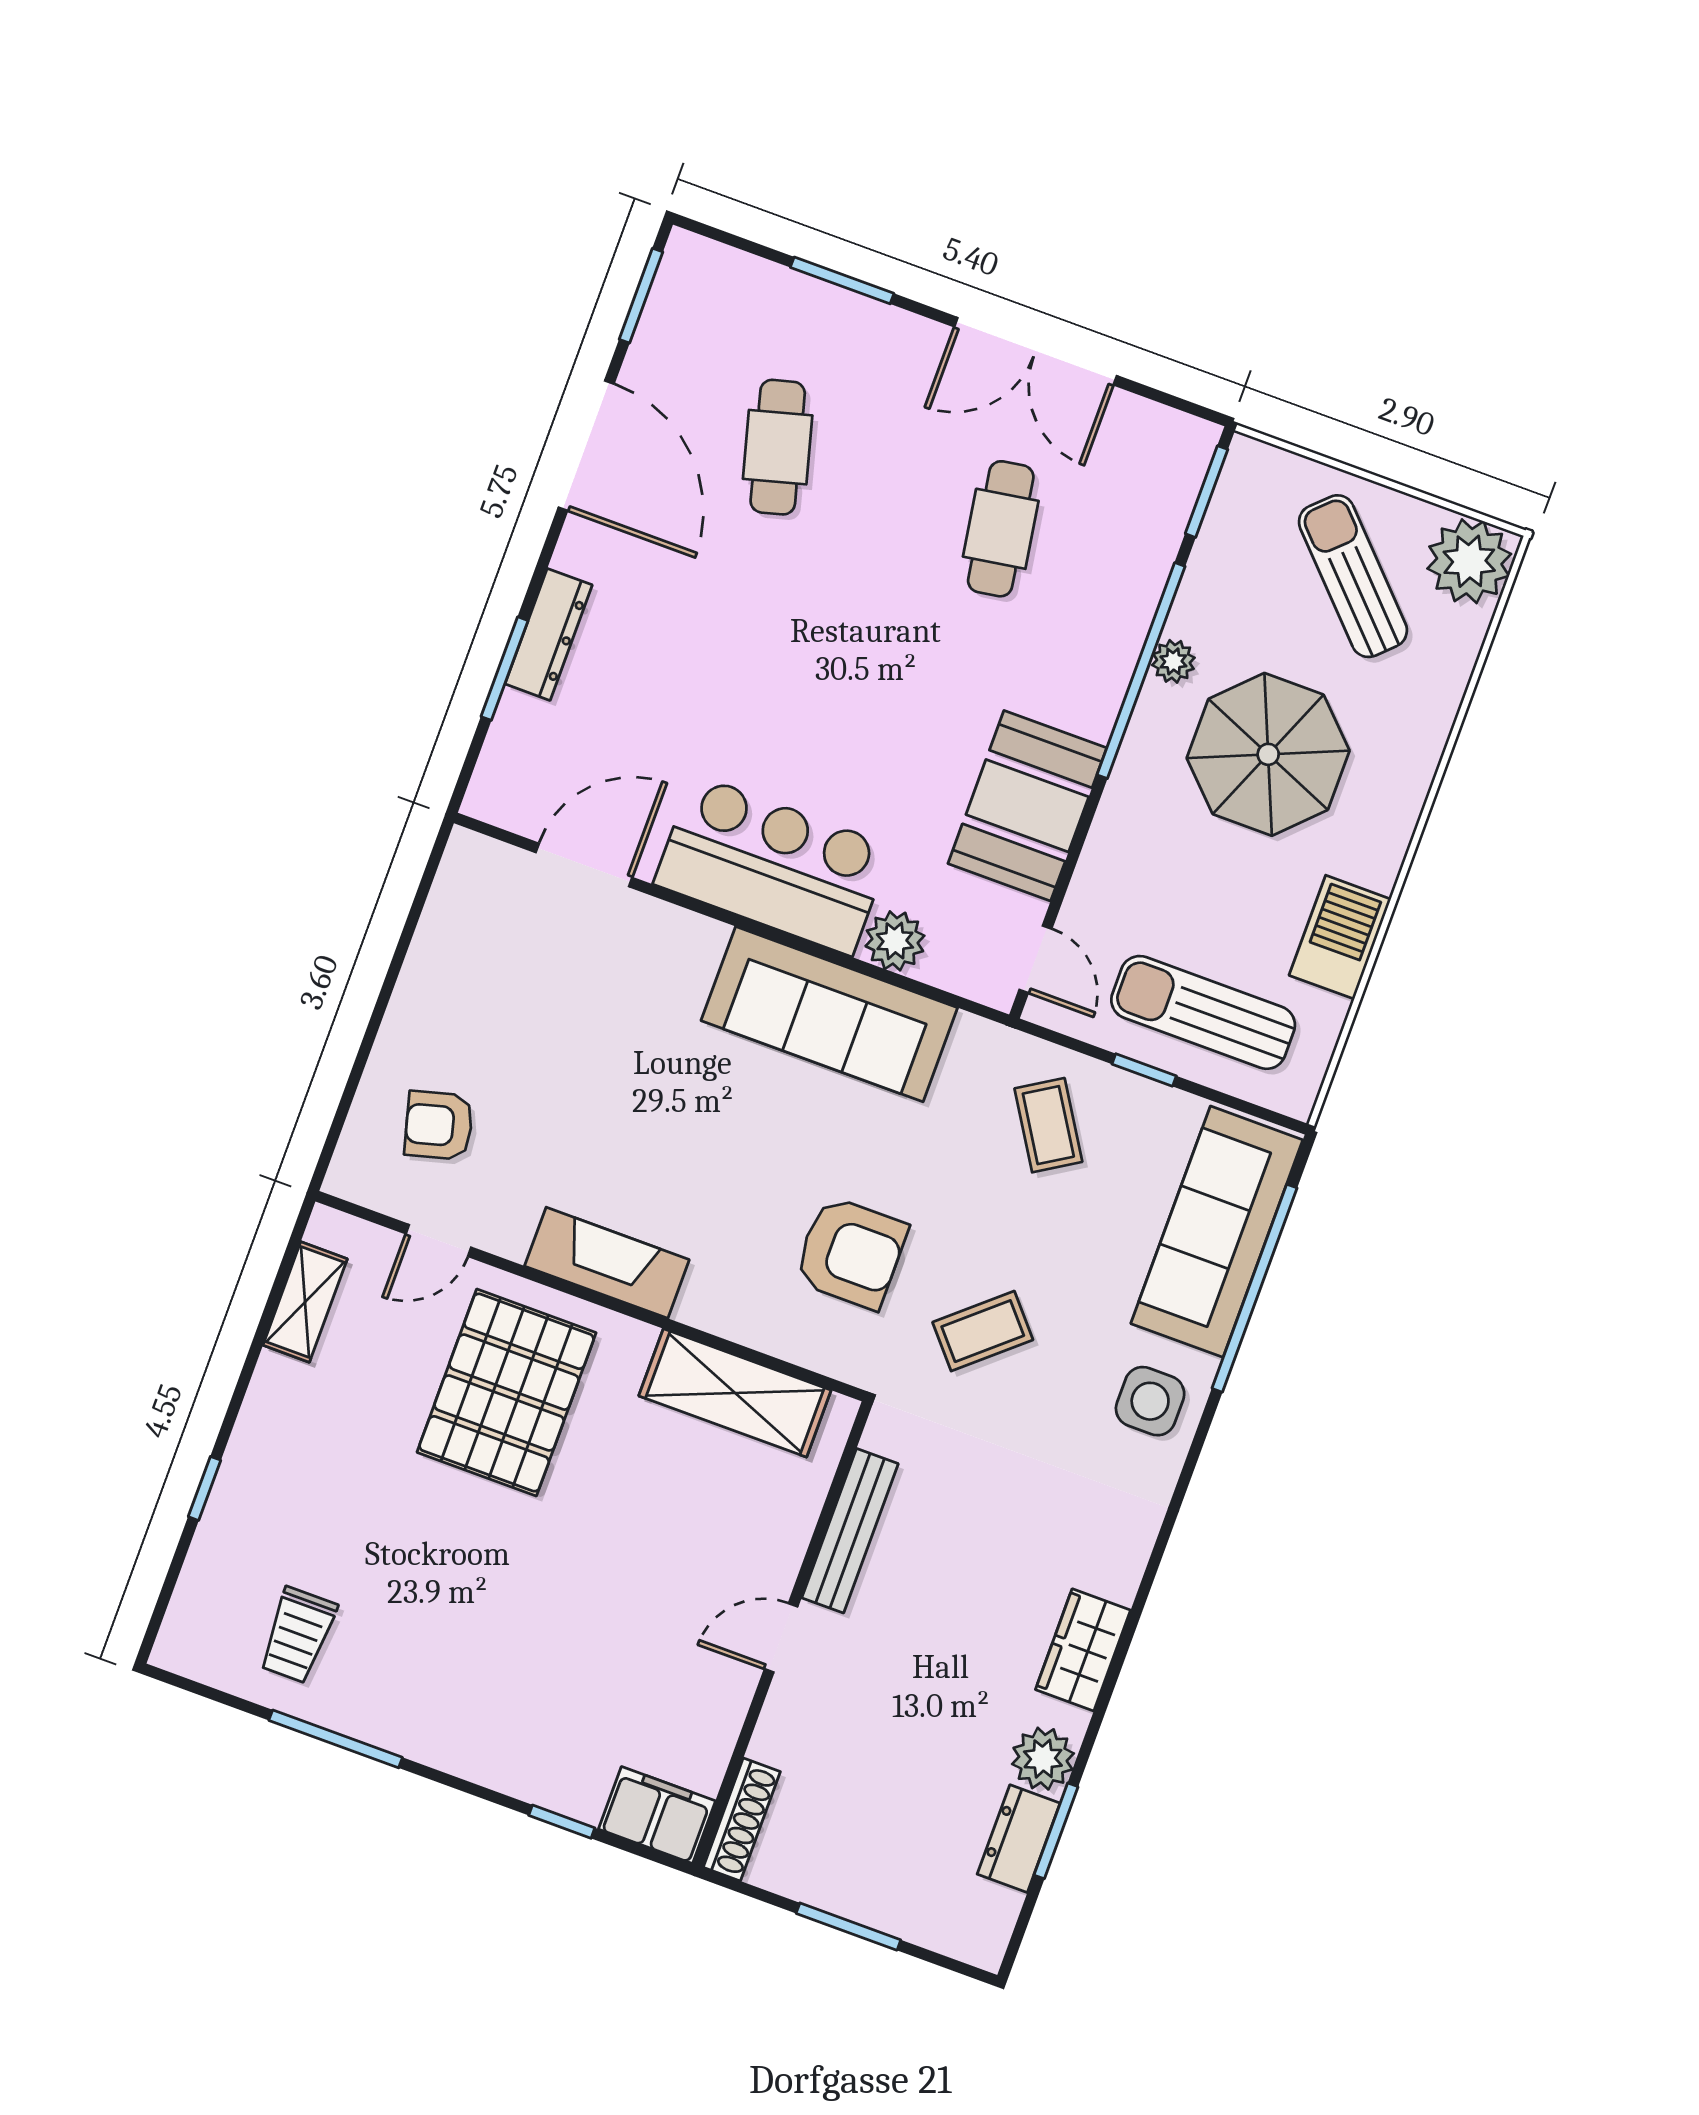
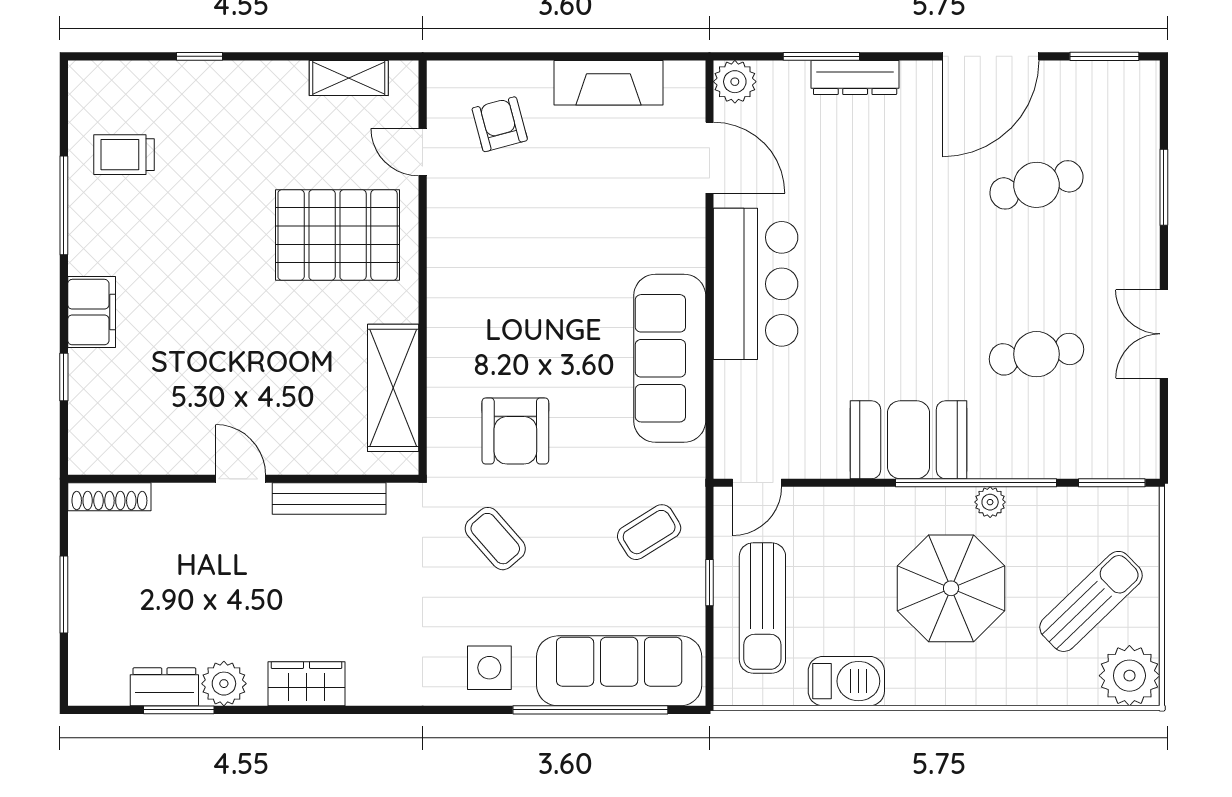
double door: (1036, 351) -> (1164, 334), width x0.73
booth: (1027, 806) -> (908, 440), moved
plant: (895, 941) -> (735, 82), moved
sun lounger: (1203, 1012) -> (762, 608), turned 180
fireplace: (607, 1263) -> (608, 83), moved, turned 90
filing cabinet: (657, 1815) -> (92, 312), moved

